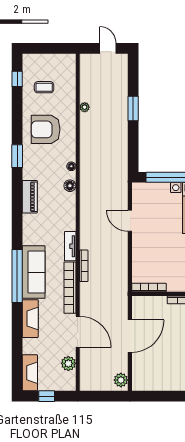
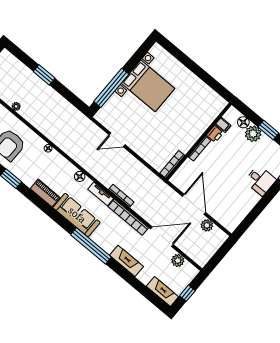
floor lamp: (70, 186) -> (80, 176), moved
sofa: (34, 272) -> (77, 215), moved
plant: (121, 380) -> (207, 225), moved

